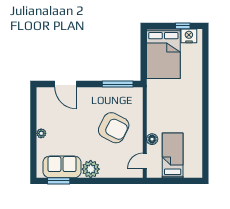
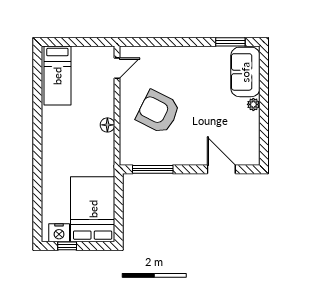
floor lamp: (152, 139) -> (107, 125), moved
bed: (173, 155) -> (57, 76), moved
sofa: (62, 167) -> (245, 72), moved, turned 90
plant: (91, 169) -> (188, 58), removed

